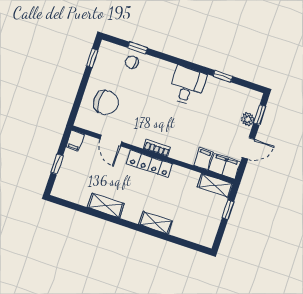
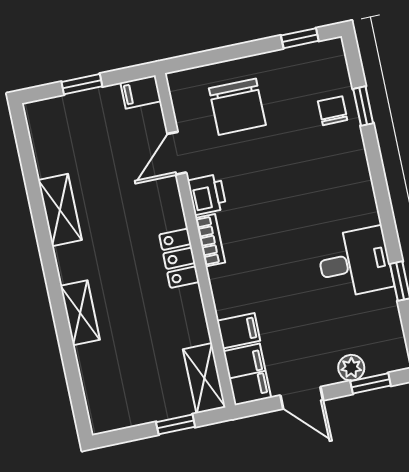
desk: (187, 86) -> (355, 263), moved
printer: (136, 138) -> (207, 195), added
locker: (150, 164) -> (179, 258), width x0.66

